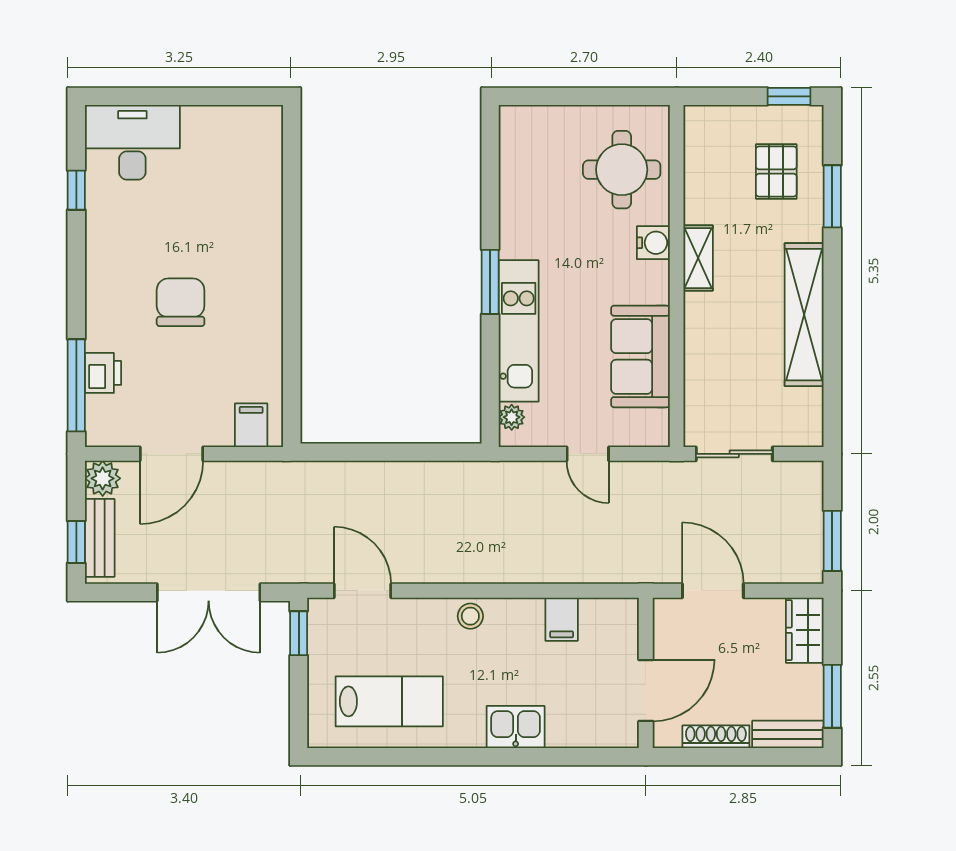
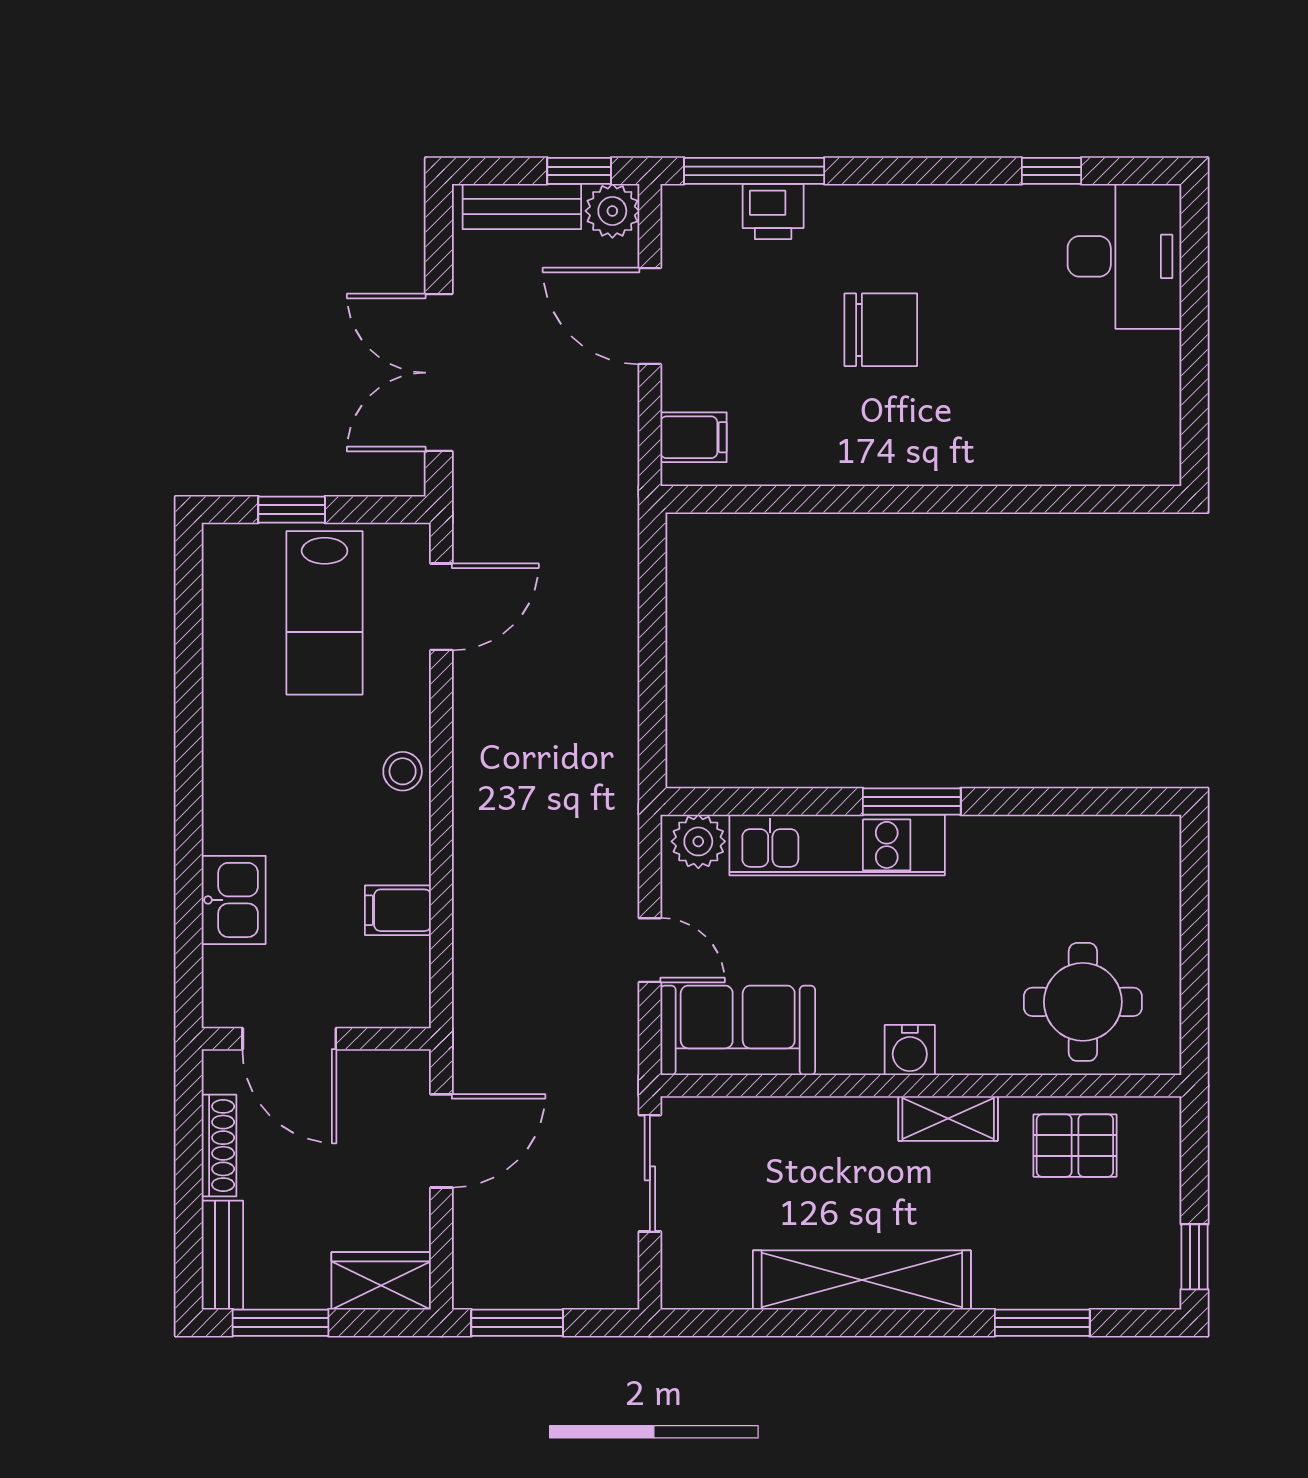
pallet: (776, 171) -> (1075, 1146), moved
water cooler: (653, 243) -> (910, 1050), moved
sofa: (640, 356) -> (738, 1030), moved
plant: (512, 417) -> (698, 841), width x1.38, depth x1.38
door: (588, 454) -> (650, 950), swing flipped
window: (76, 542) -> (579, 171), moved
window: (299, 633) -> (292, 510), moved
lab bench: (389, 701) -> (325, 613), moved
kitchen sink: (516, 727) -> (234, 900), moved

